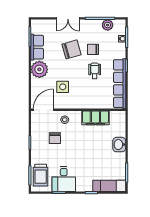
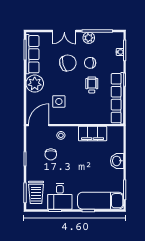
plant: (108, 25) -> (89, 38), moved
row of seats: (37, 47) -> (32, 54), width x1.48
exam couch: (109, 186) -> (101, 201), width x1.36, depth x1.45

